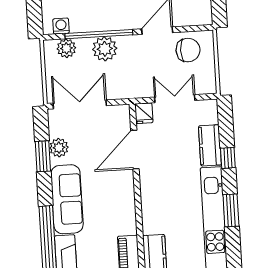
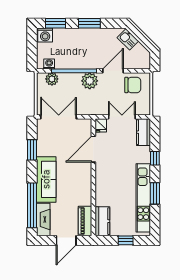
plant: (105, 49) -> (90, 81), moved
kitchen counter: (210, 145) -> (144, 132), moved
plant: (59, 148) -> (43, 145), removed

